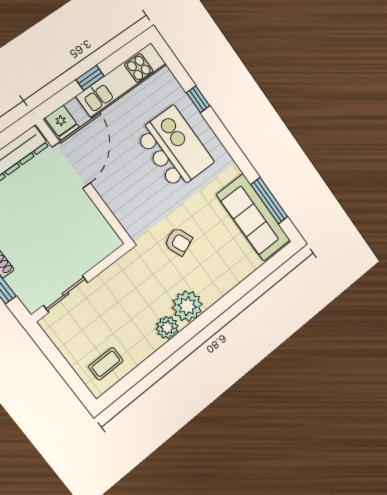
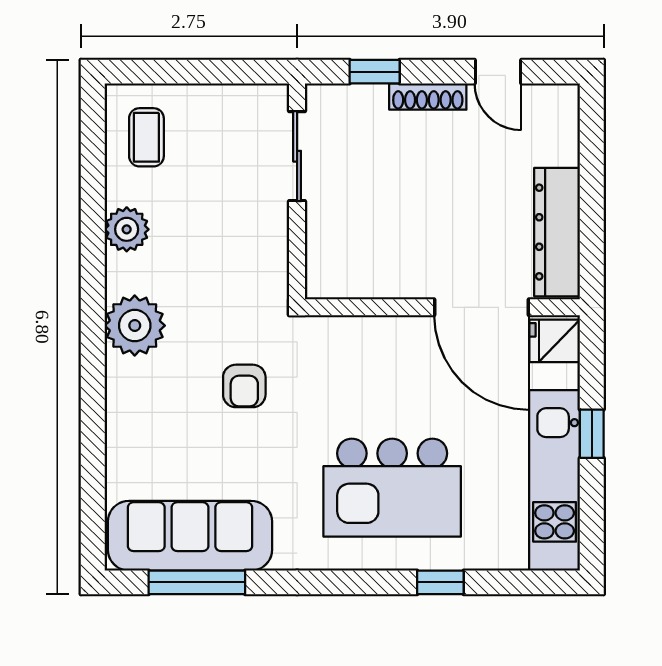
armchair: (178, 242) -> (244, 386), turned -68
plant: (167, 328) -> (127, 229), moved

